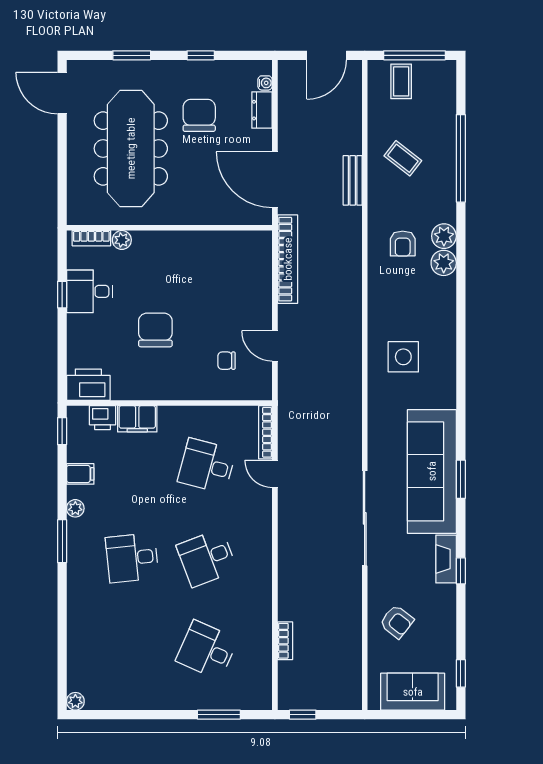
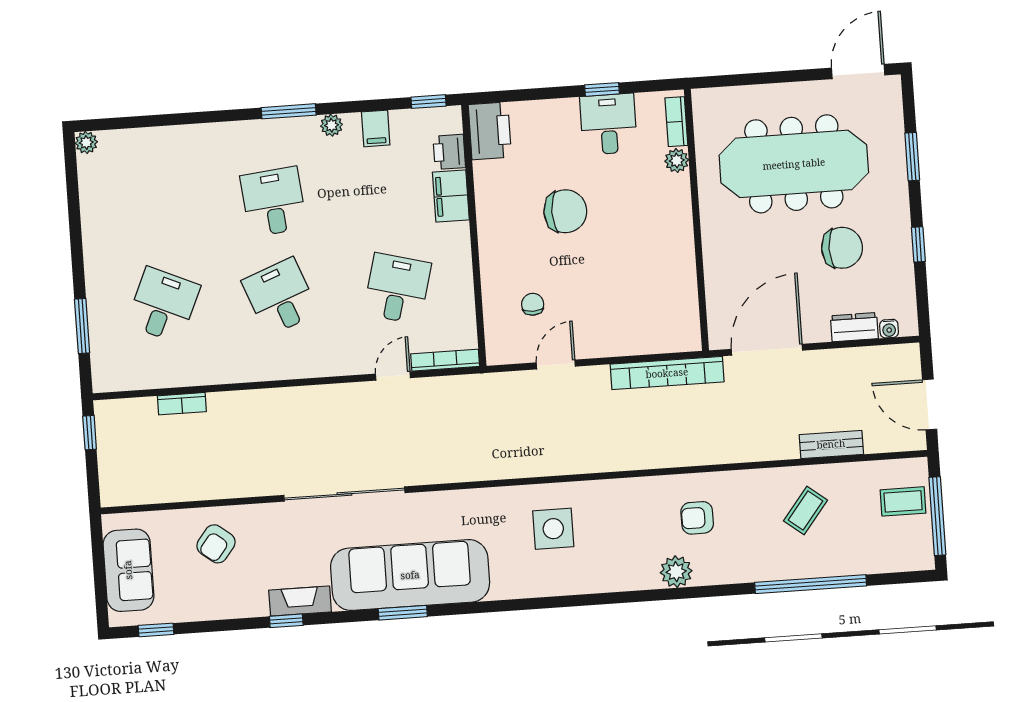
bench: (353, 180) -> (831, 444), moved
plant: (444, 236) -> (710, 570), removed

